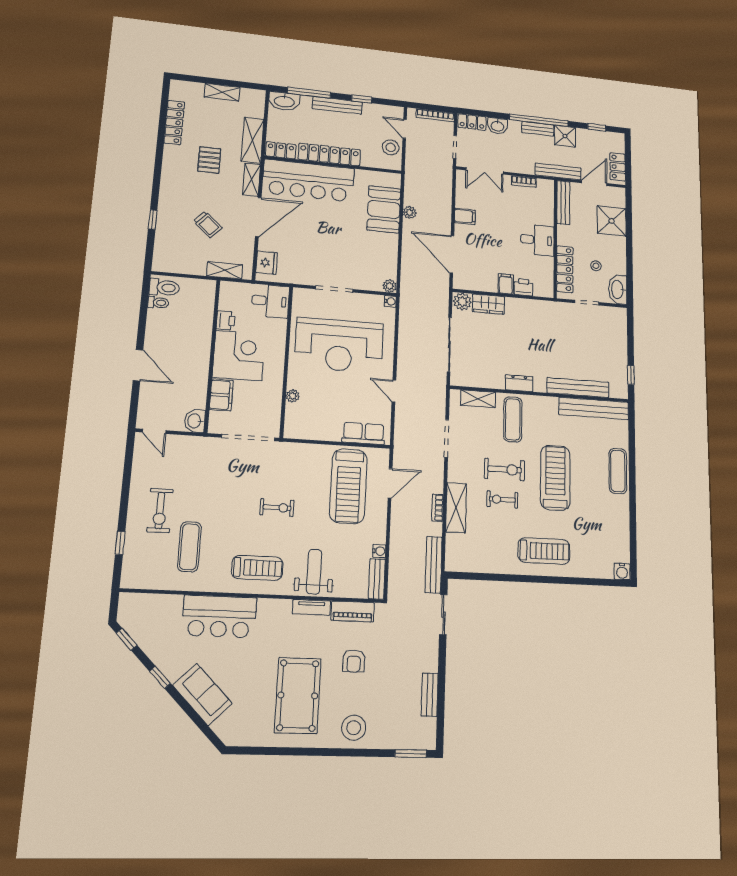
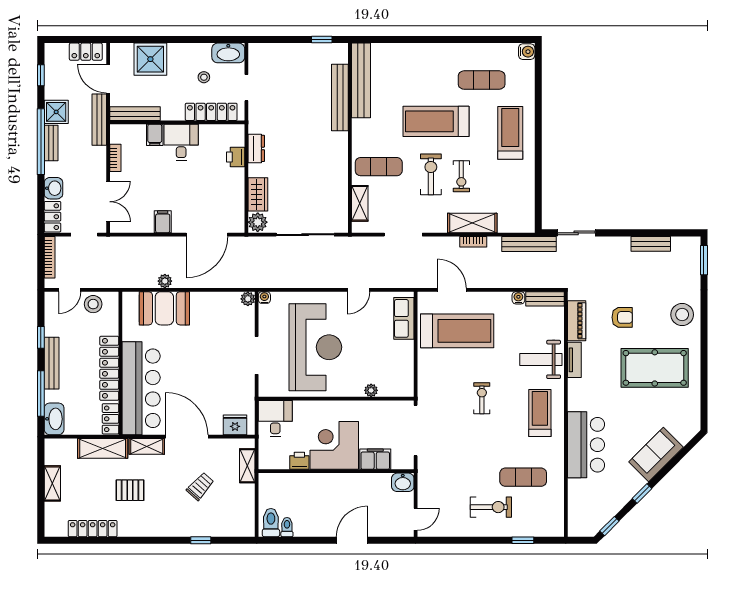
filing cabinet: (506, 284) -> (155, 135), moved, turned -90
dresser: (519, 383) -> (256, 148), moved, turned 180
exercise mat: (618, 471) -> (482, 80), moved

